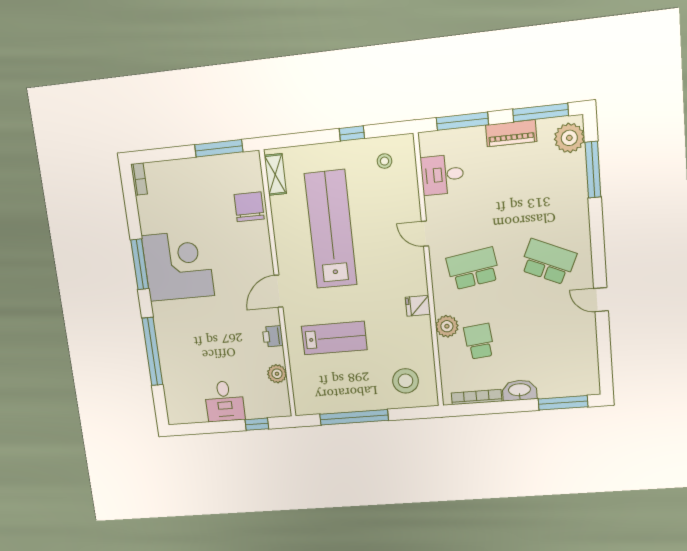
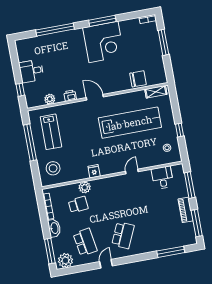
plant: (569, 138) -> (65, 260), moved
window: (219, 148) -> (163, 42), moved
school desk: (473, 269) -> (85, 242), moved
lab bench: (334, 338) -> (51, 132), moved

